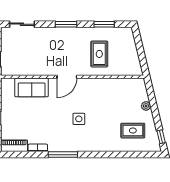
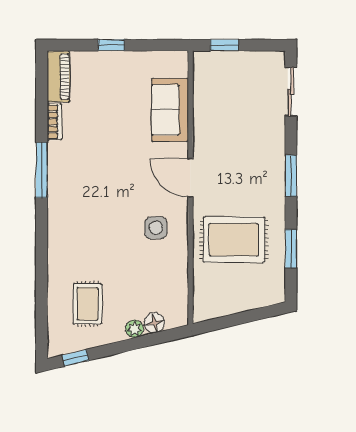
rug: (99, 54) -> (234, 240), width x1.36, depth x1.43
floor lamp: (143, 96) -> (154, 323), added
side table: (79, 119) -> (156, 228), moved

